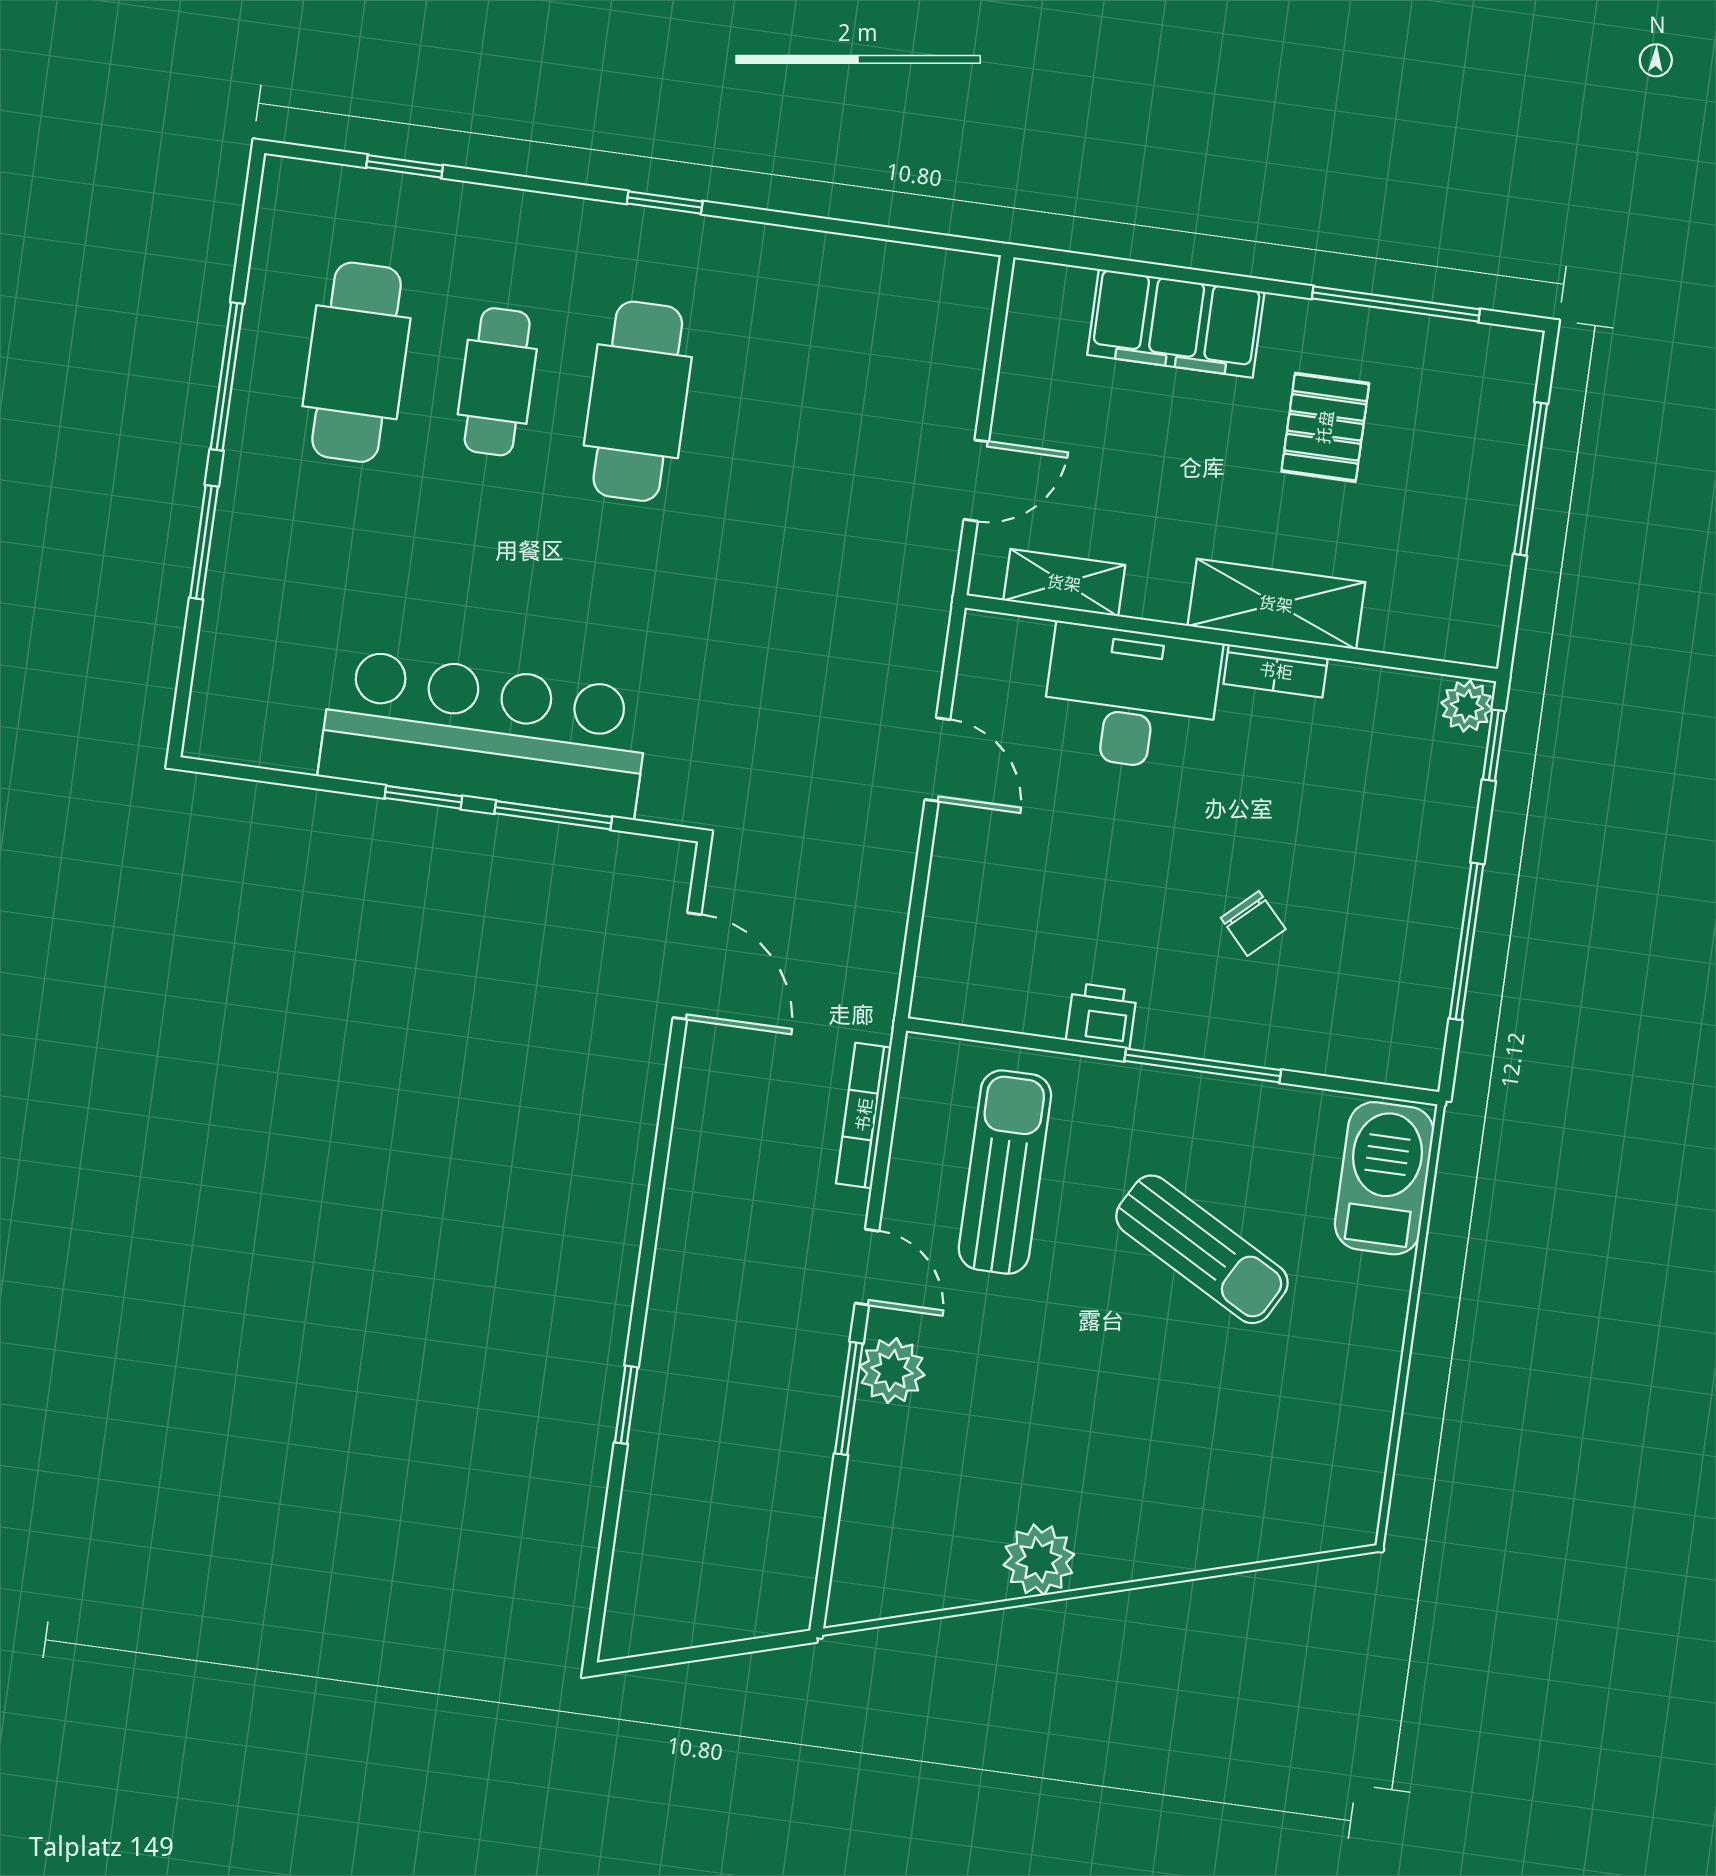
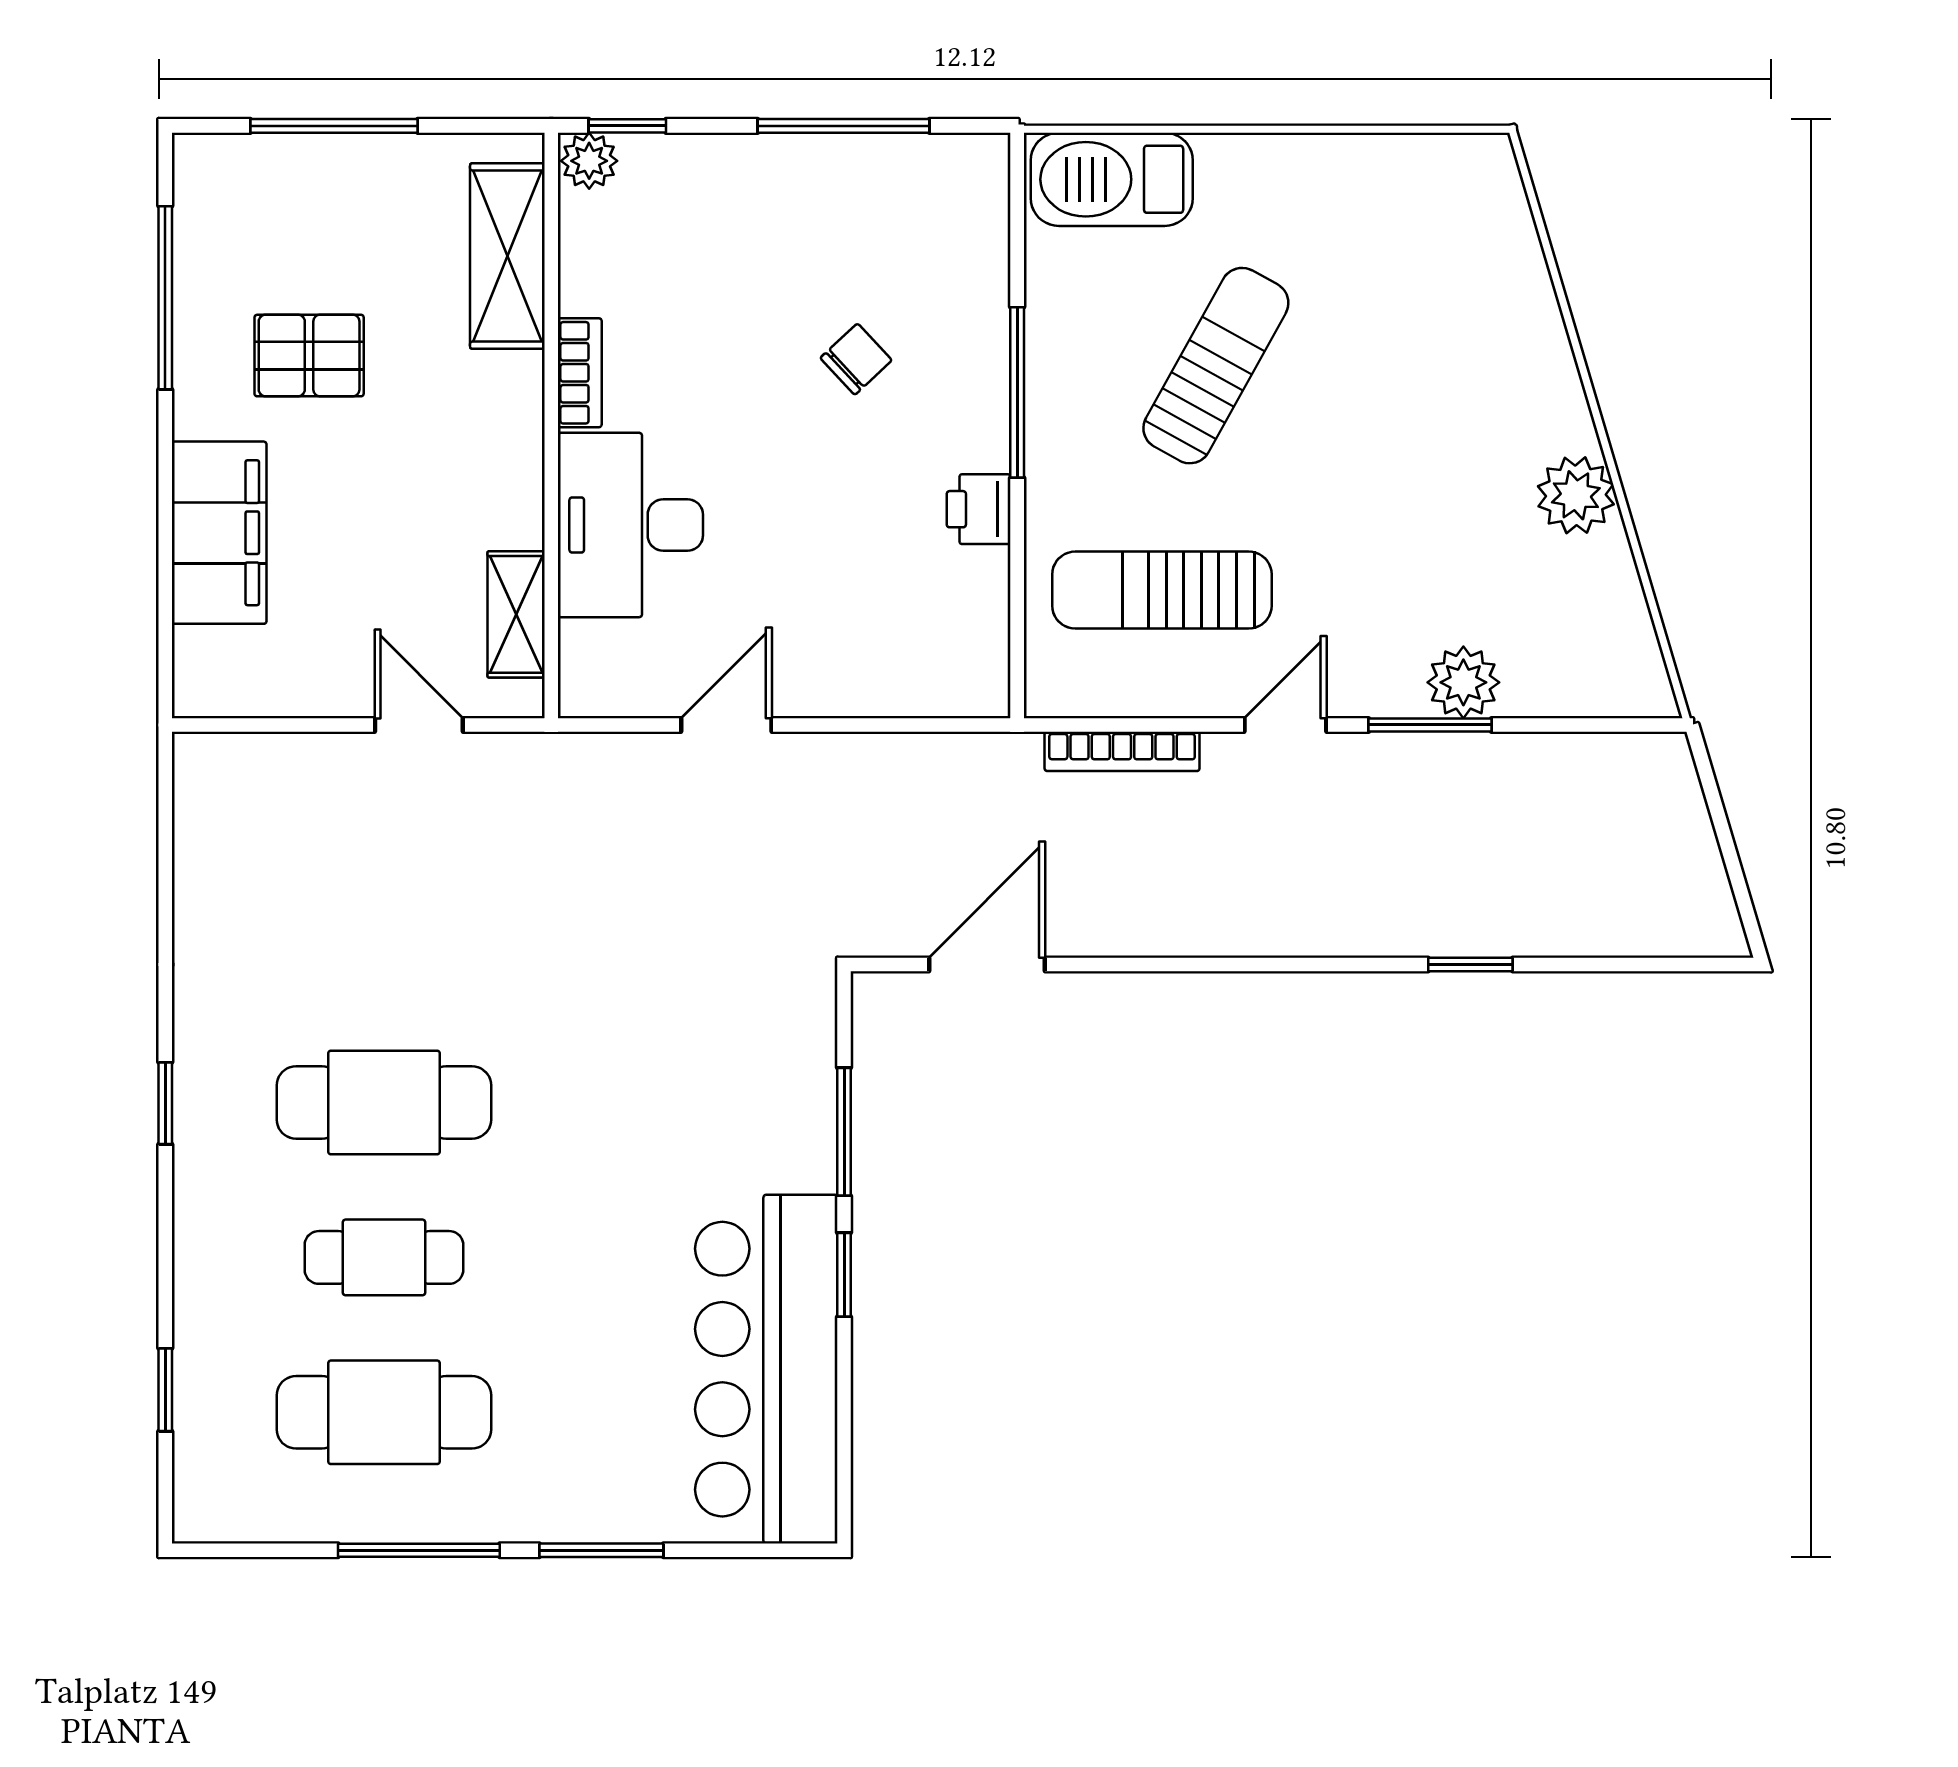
shelving: (1276, 604) -> (507, 256), moved
bar counter: (484, 734) -> (766, 1369), moved
plant: (892, 1371) -> (1463, 682), moved

